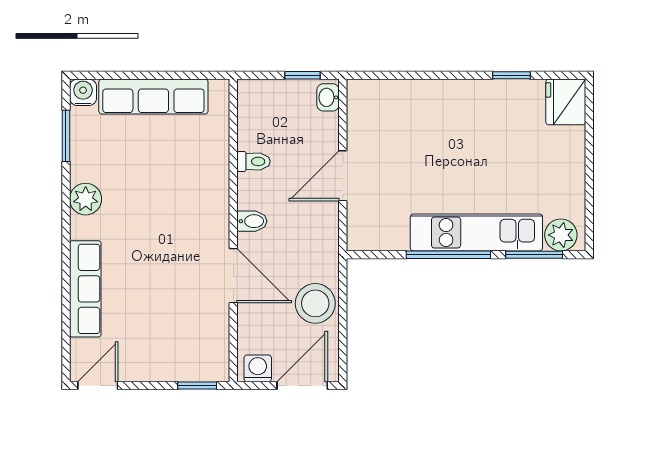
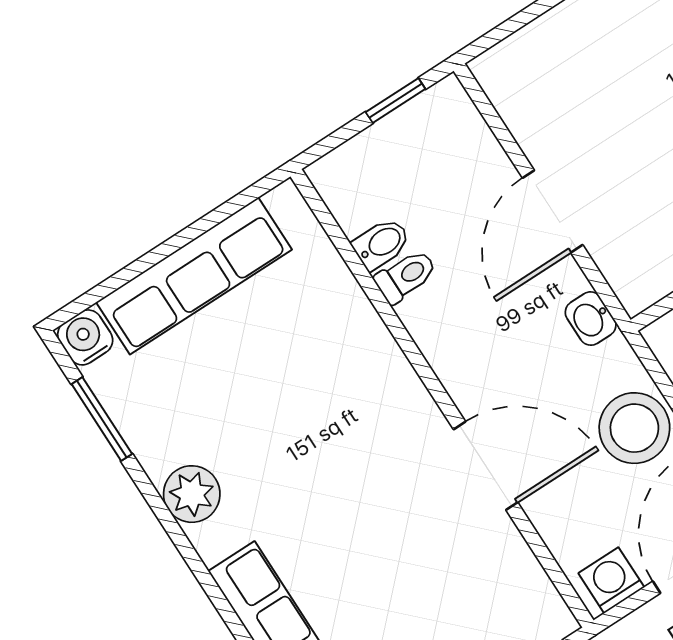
washbasin: (328, 97) -> (591, 319), moved
bidet: (252, 221) -> (381, 244), moved

